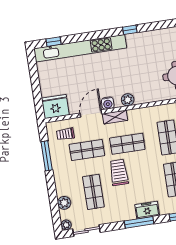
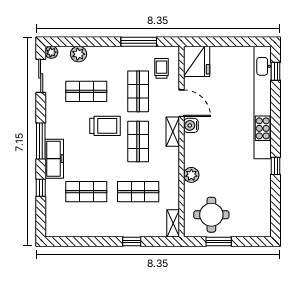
plant: (128, 100) -> (191, 175), moved
freezer: (147, 210) -> (54, 159), width x1.40

